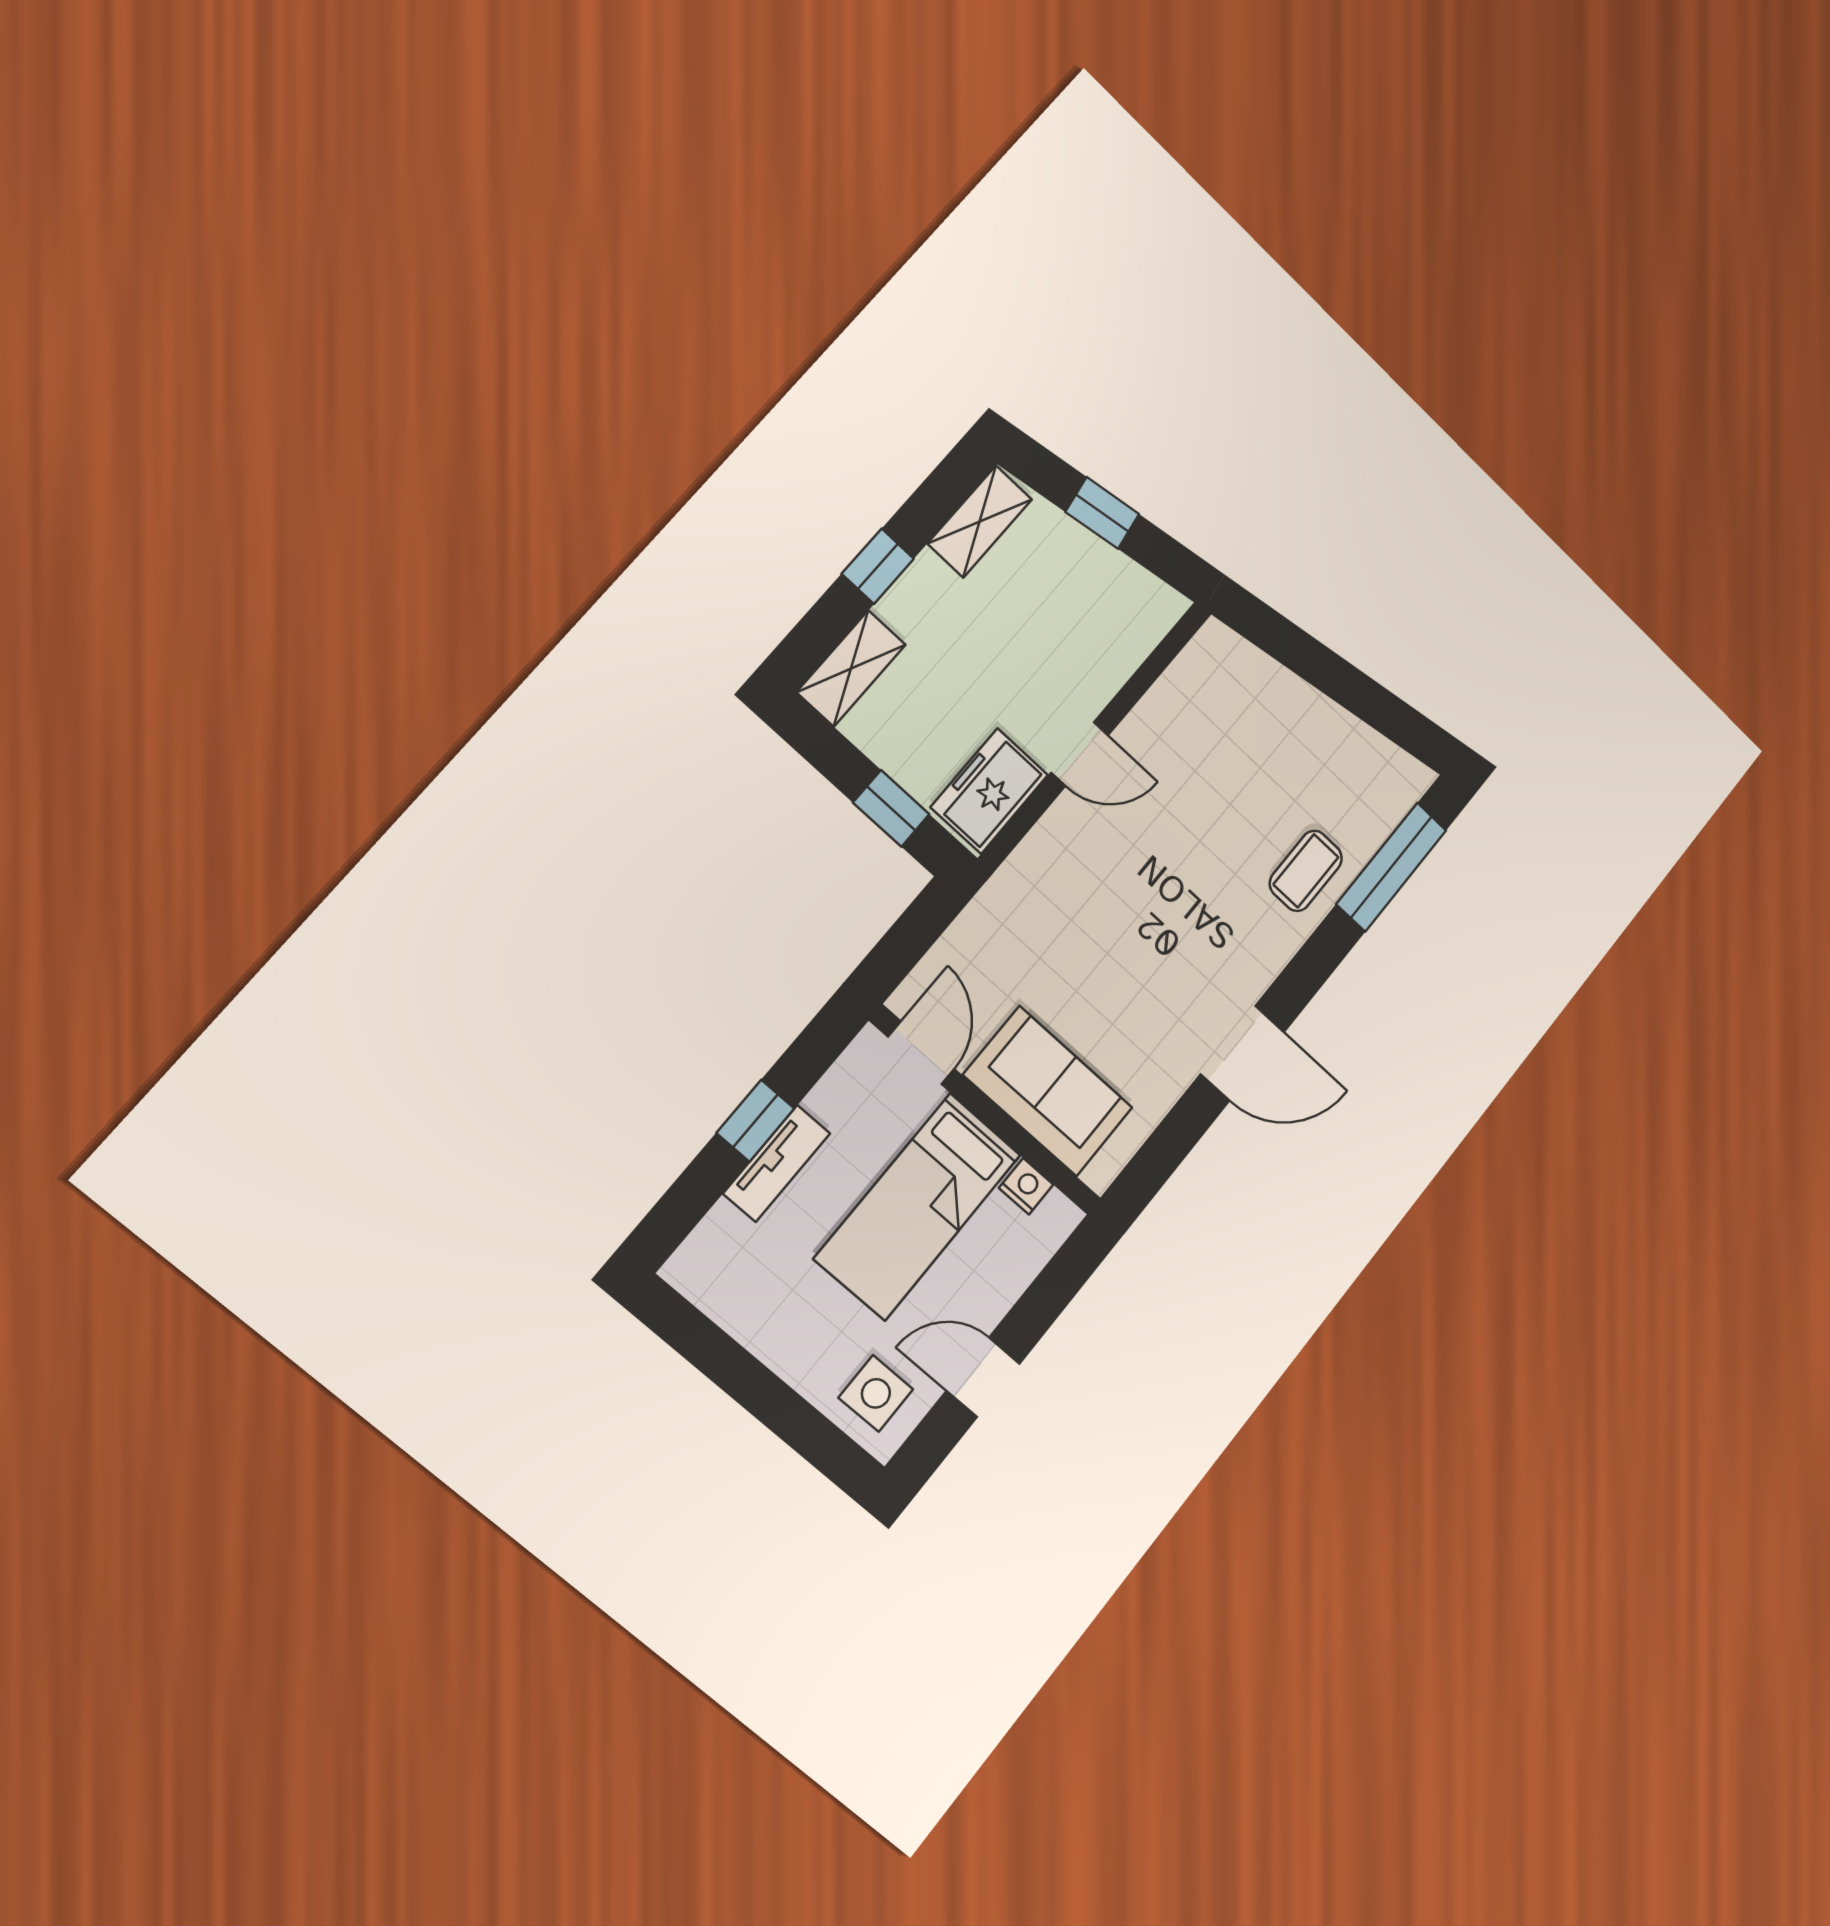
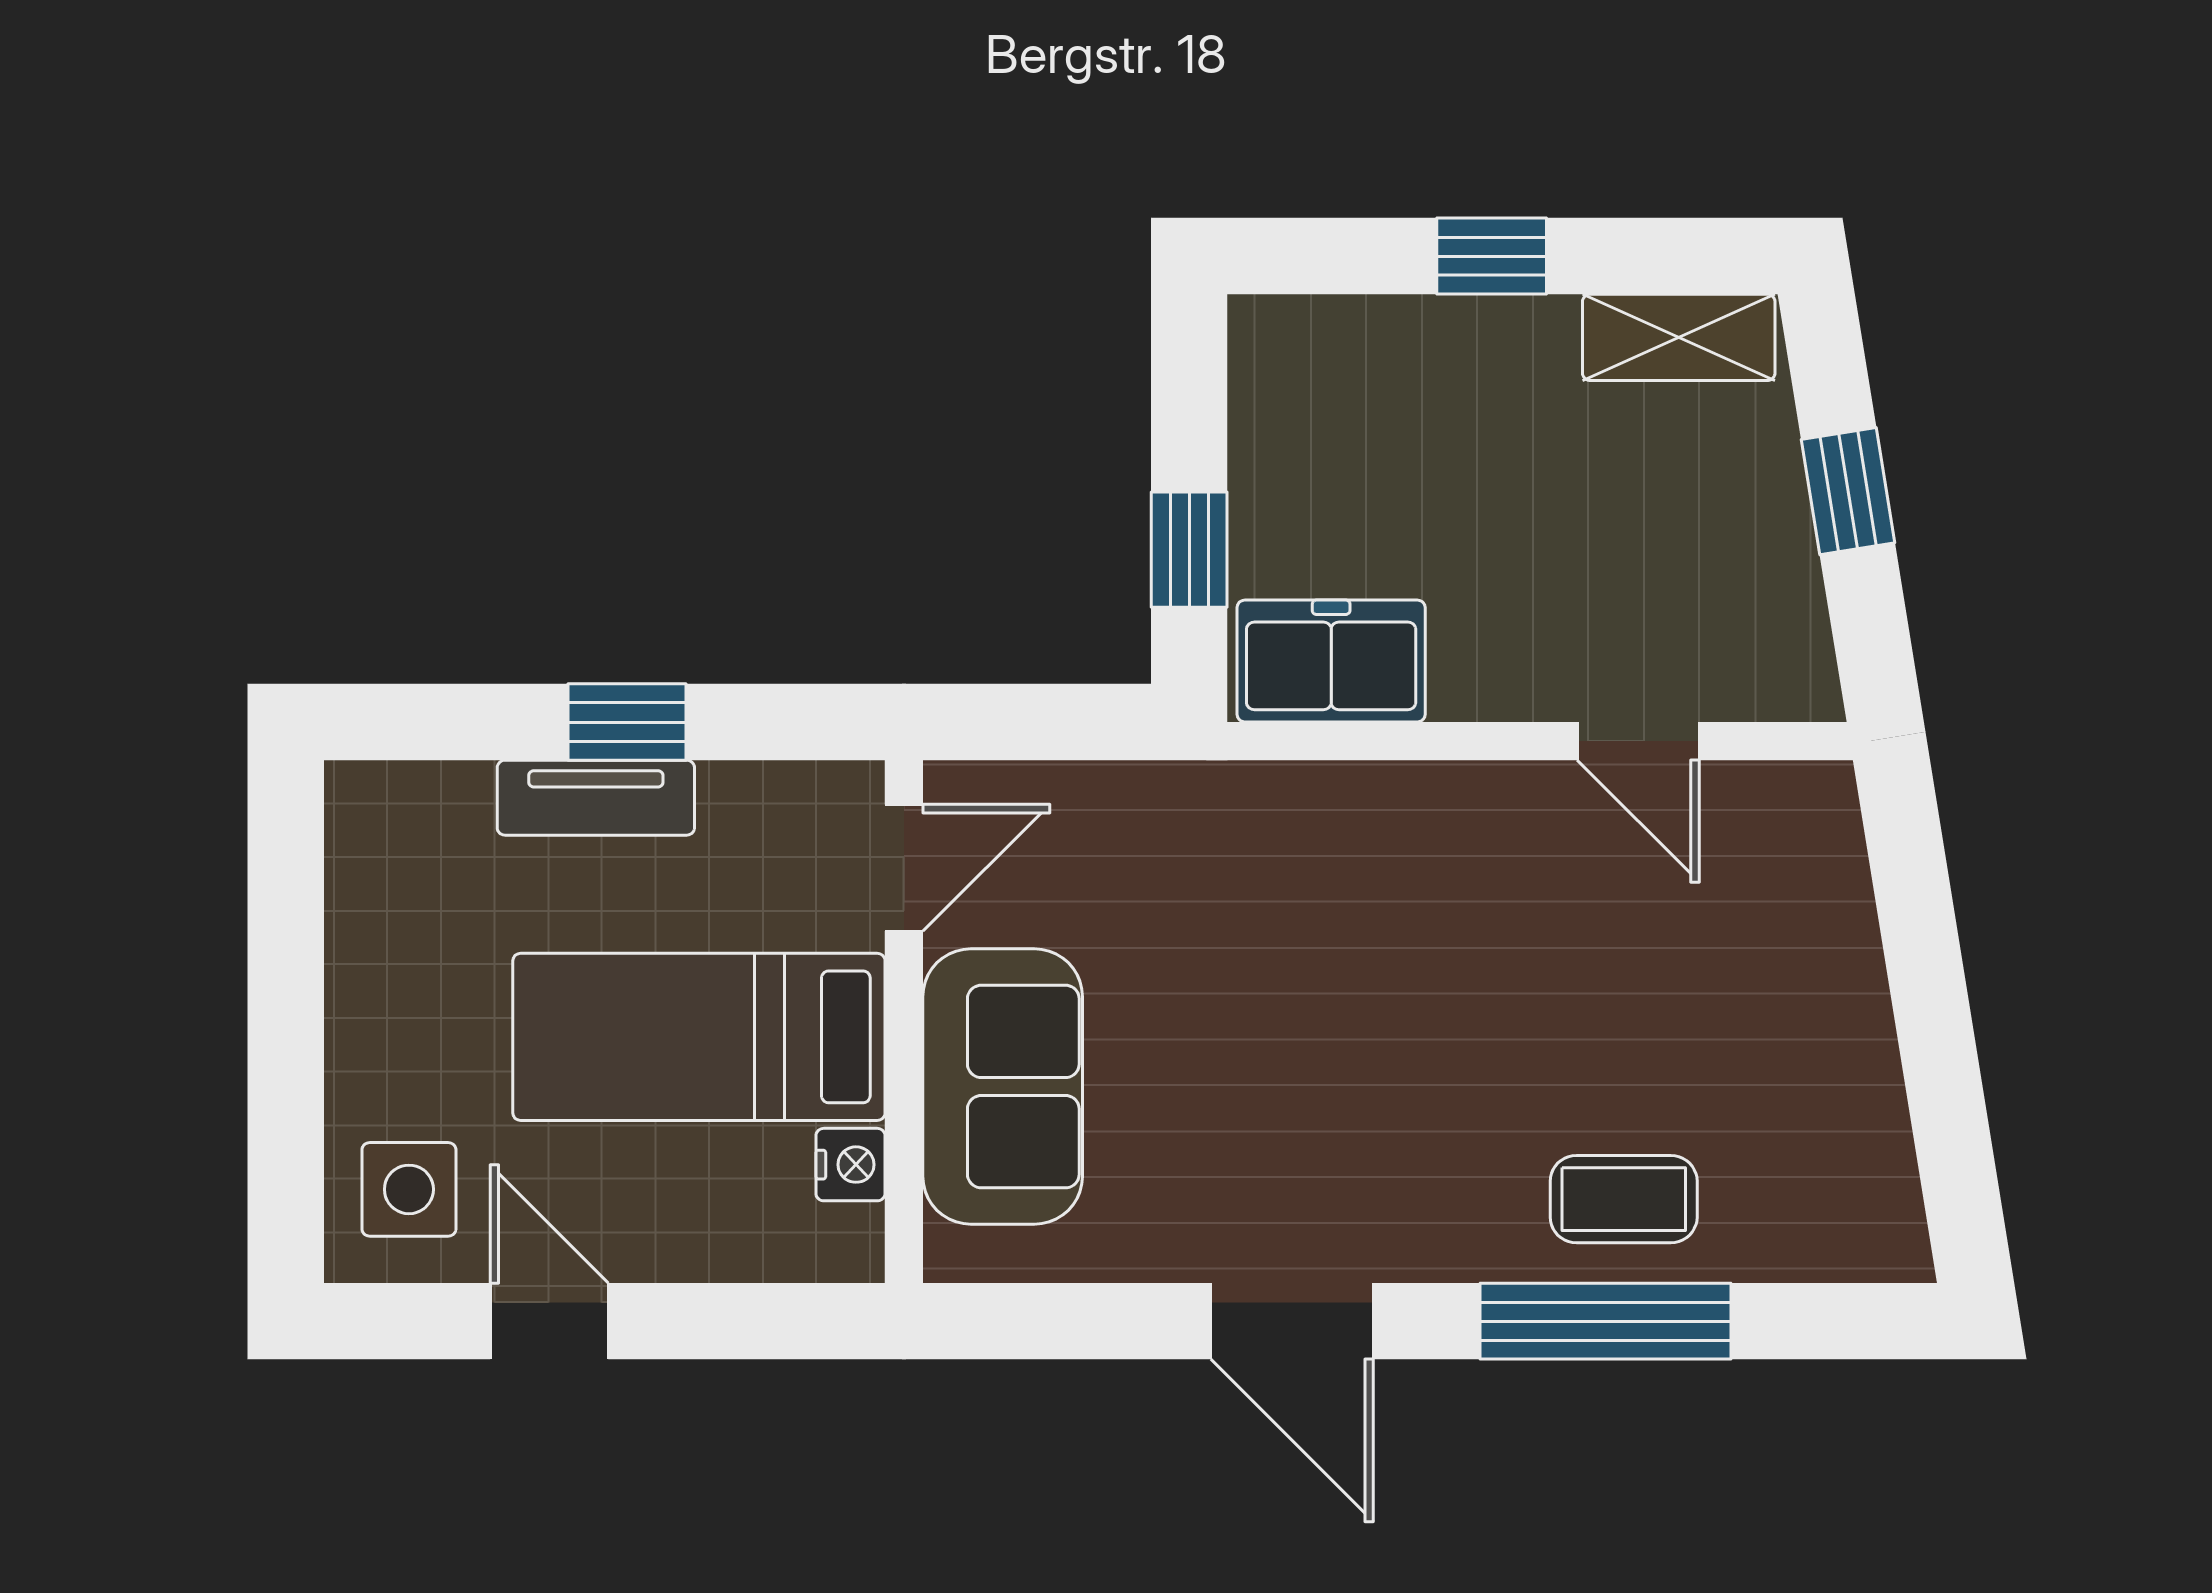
shelving: (851, 668) -> (1325, 338), removed
door: (1080, 754) -> (1638, 741), moved
window: (1391, 867) -> (1605, 1321), moved

